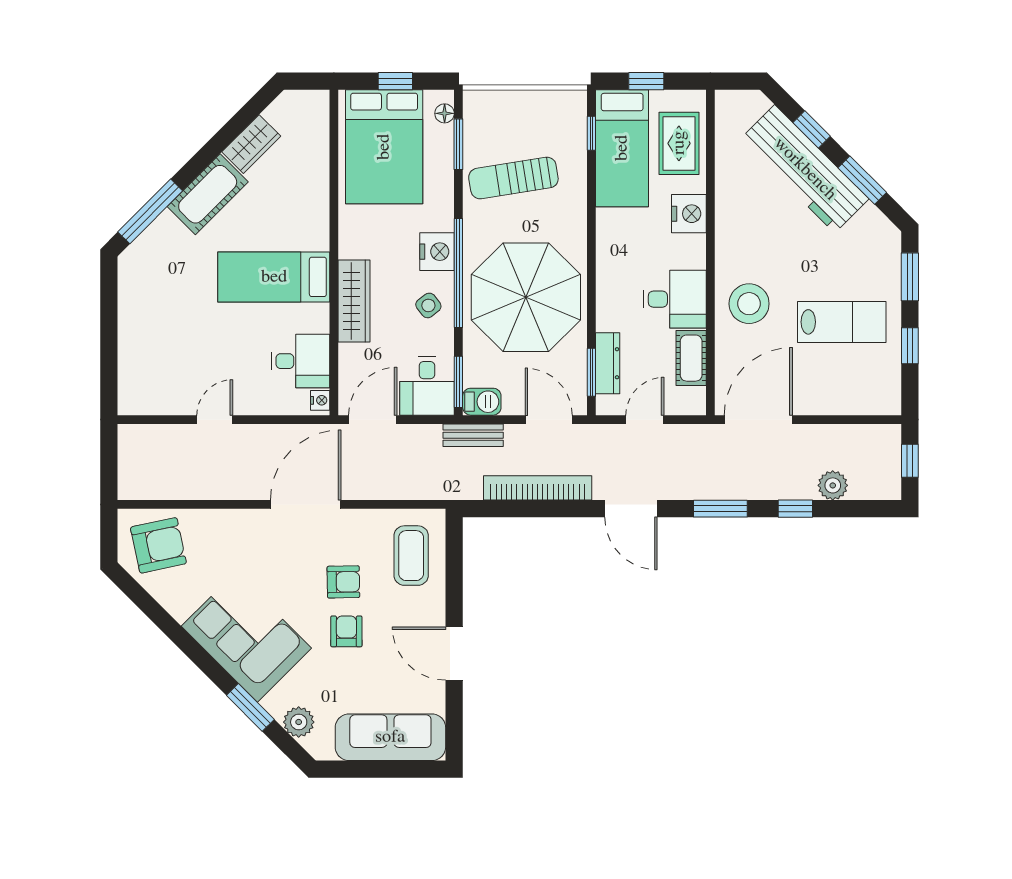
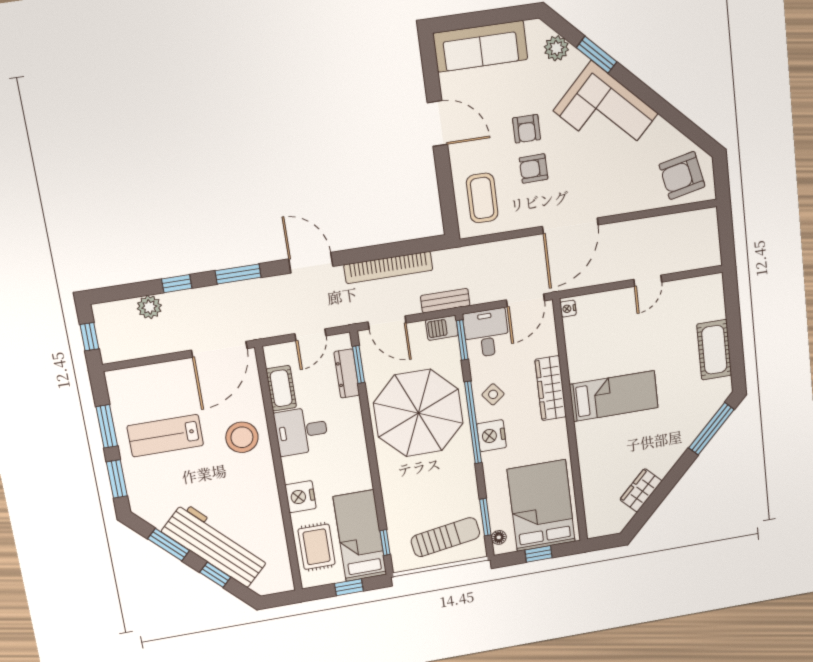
sun lounger: (513, 178) -> (445, 537), moved
cot: (208, 194) -> (714, 350), moved, turned -45
window: (910, 346) -> (107, 426), width x1.50
desk: (301, 361) -> (587, 336), removed

